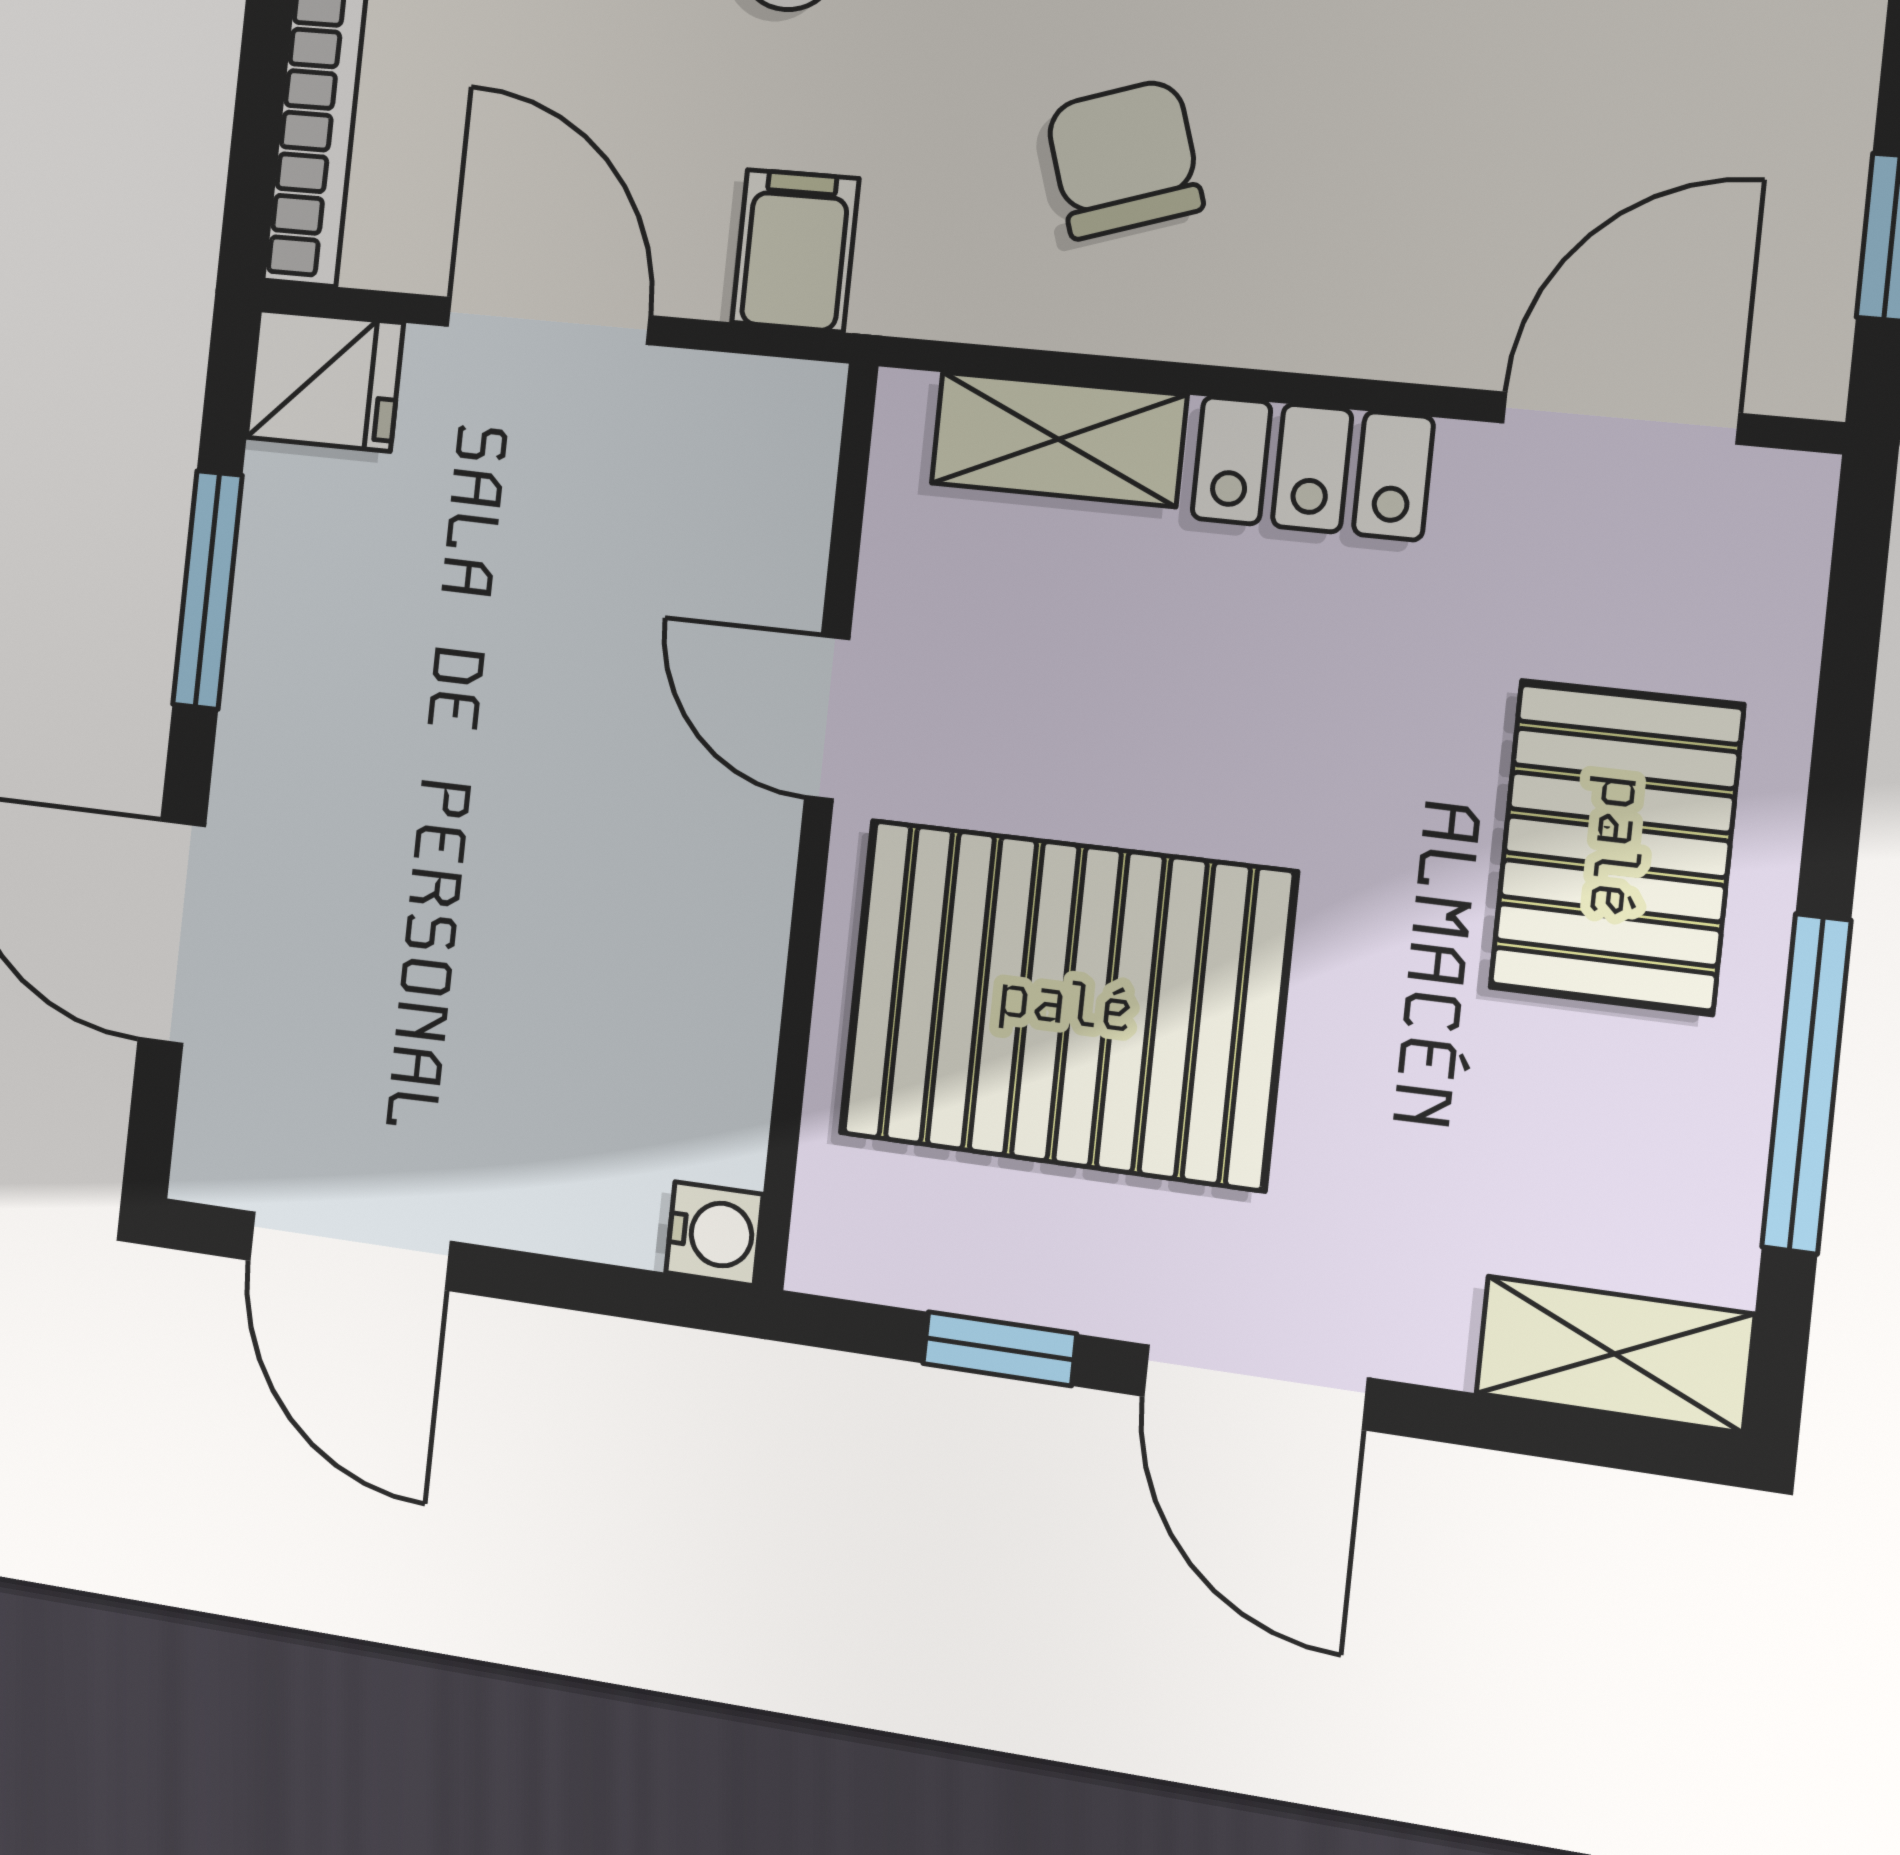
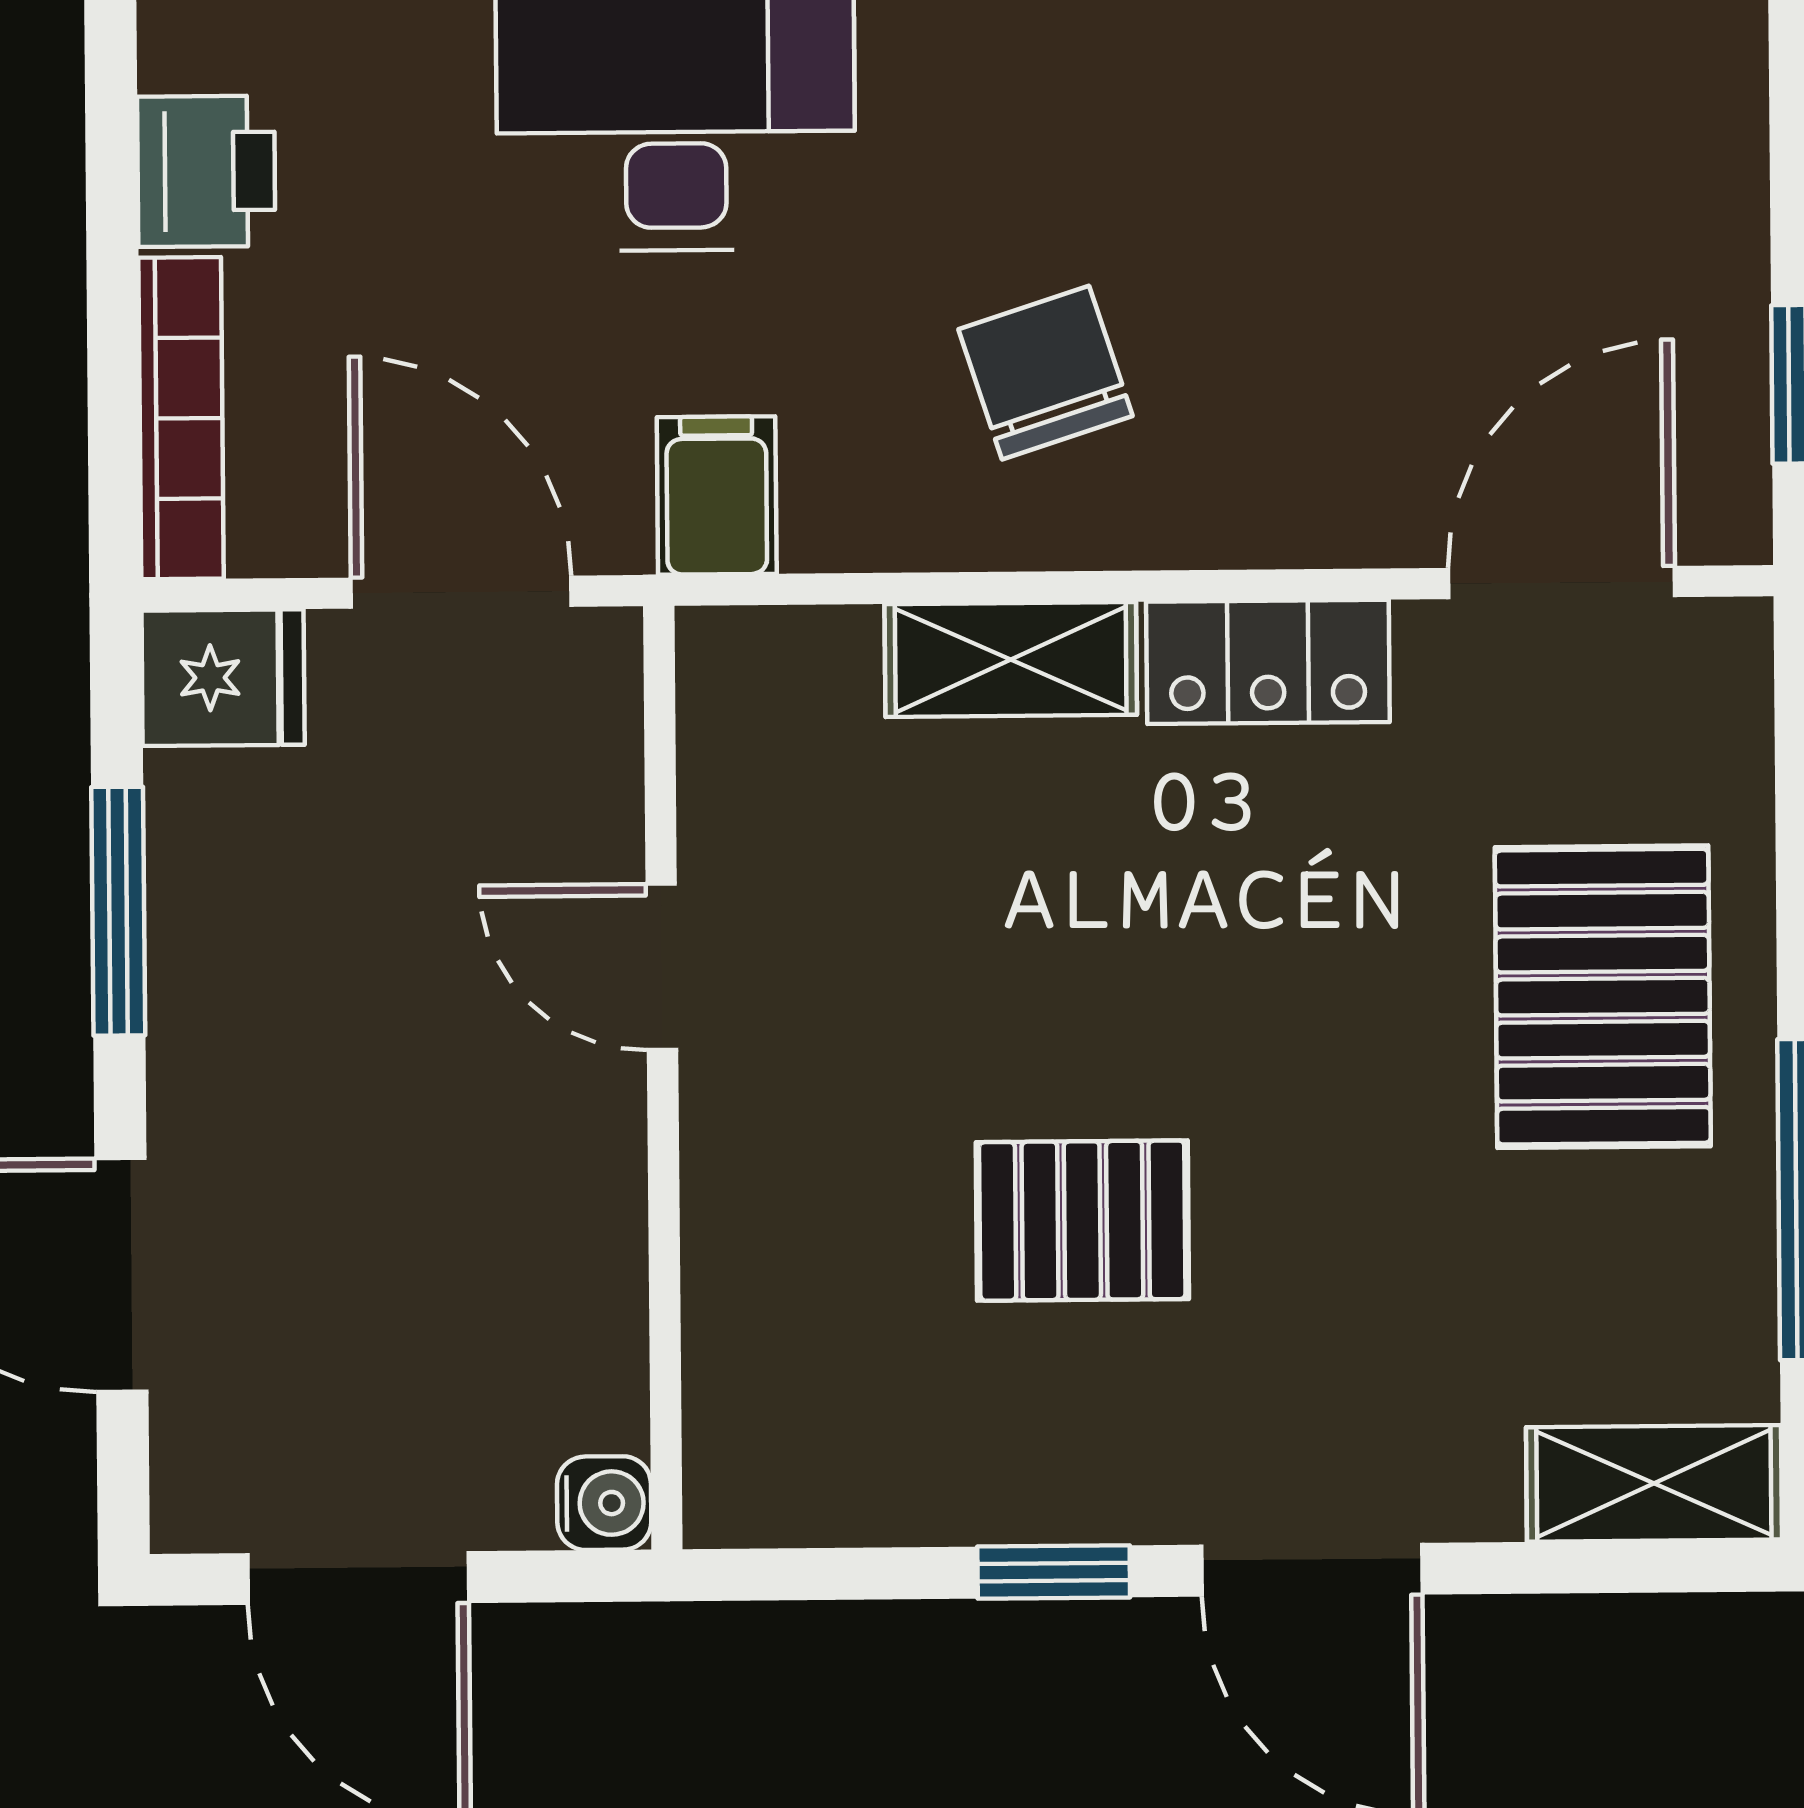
door: (827, 718) -> (662, 967), moved
wall: (816, 826) -> (663, 1078), moved
pallet: (1066, 1004) -> (1082, 1221), width x0.49, depth x0.50
water cooler: (714, 1234) -> (604, 1503), moved

